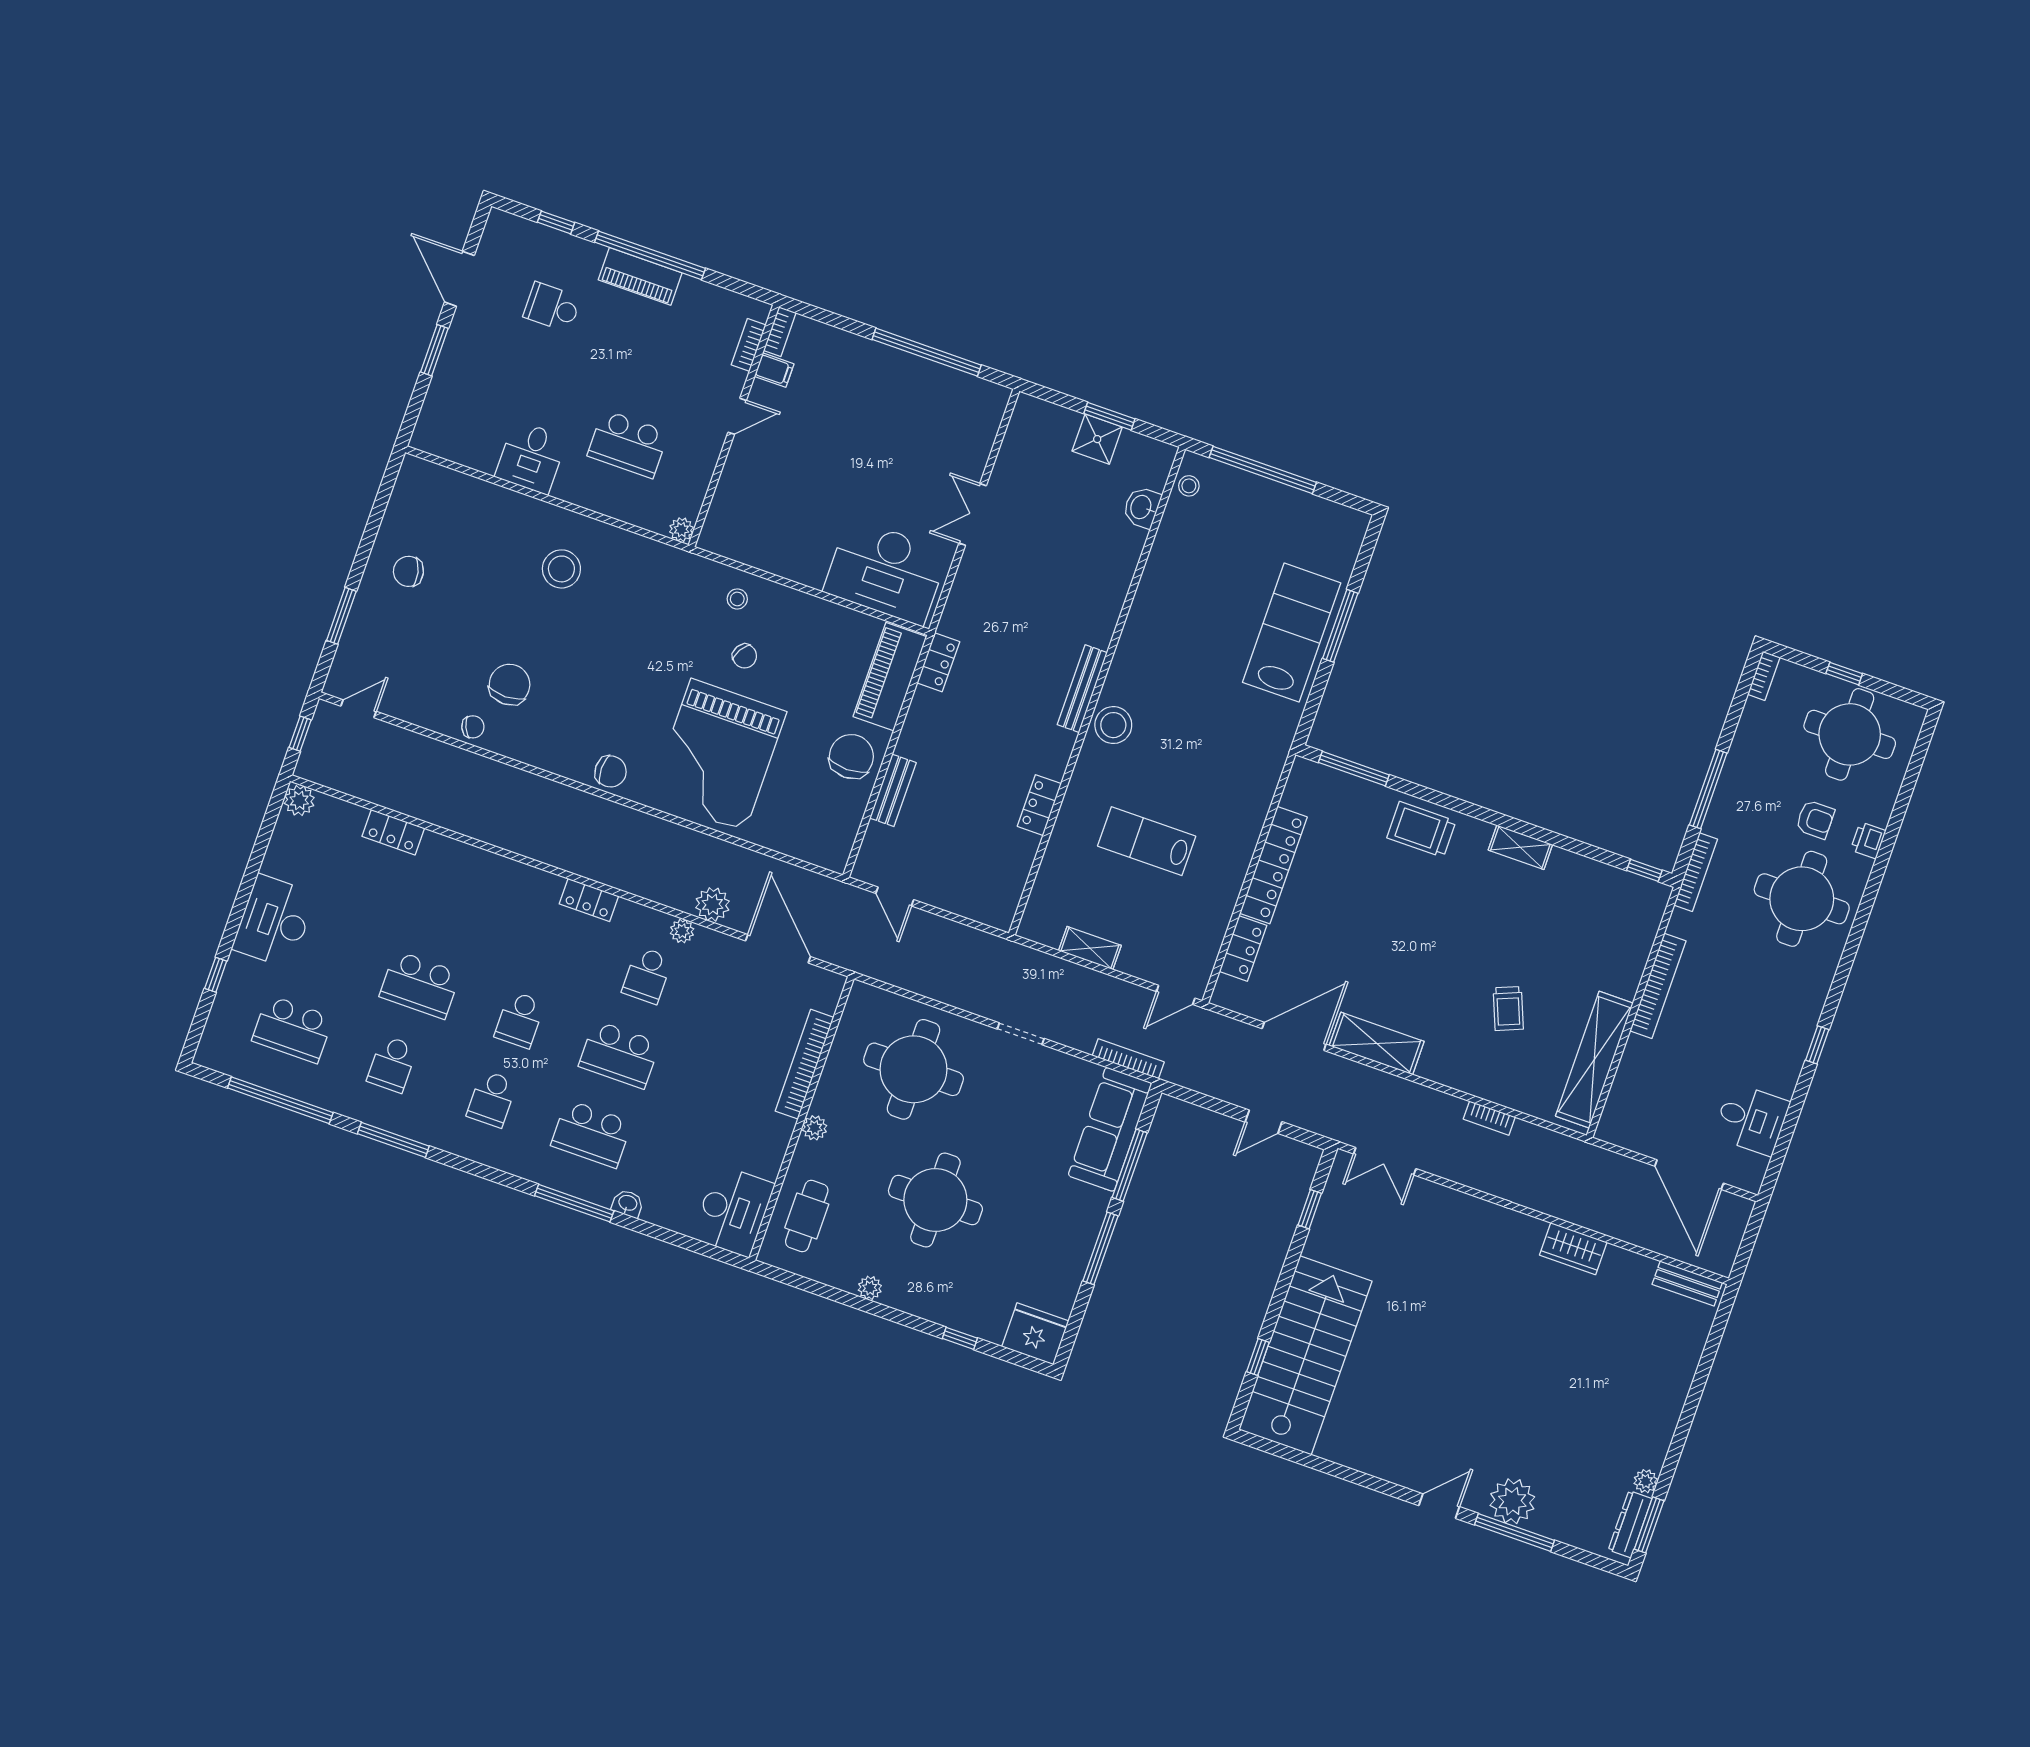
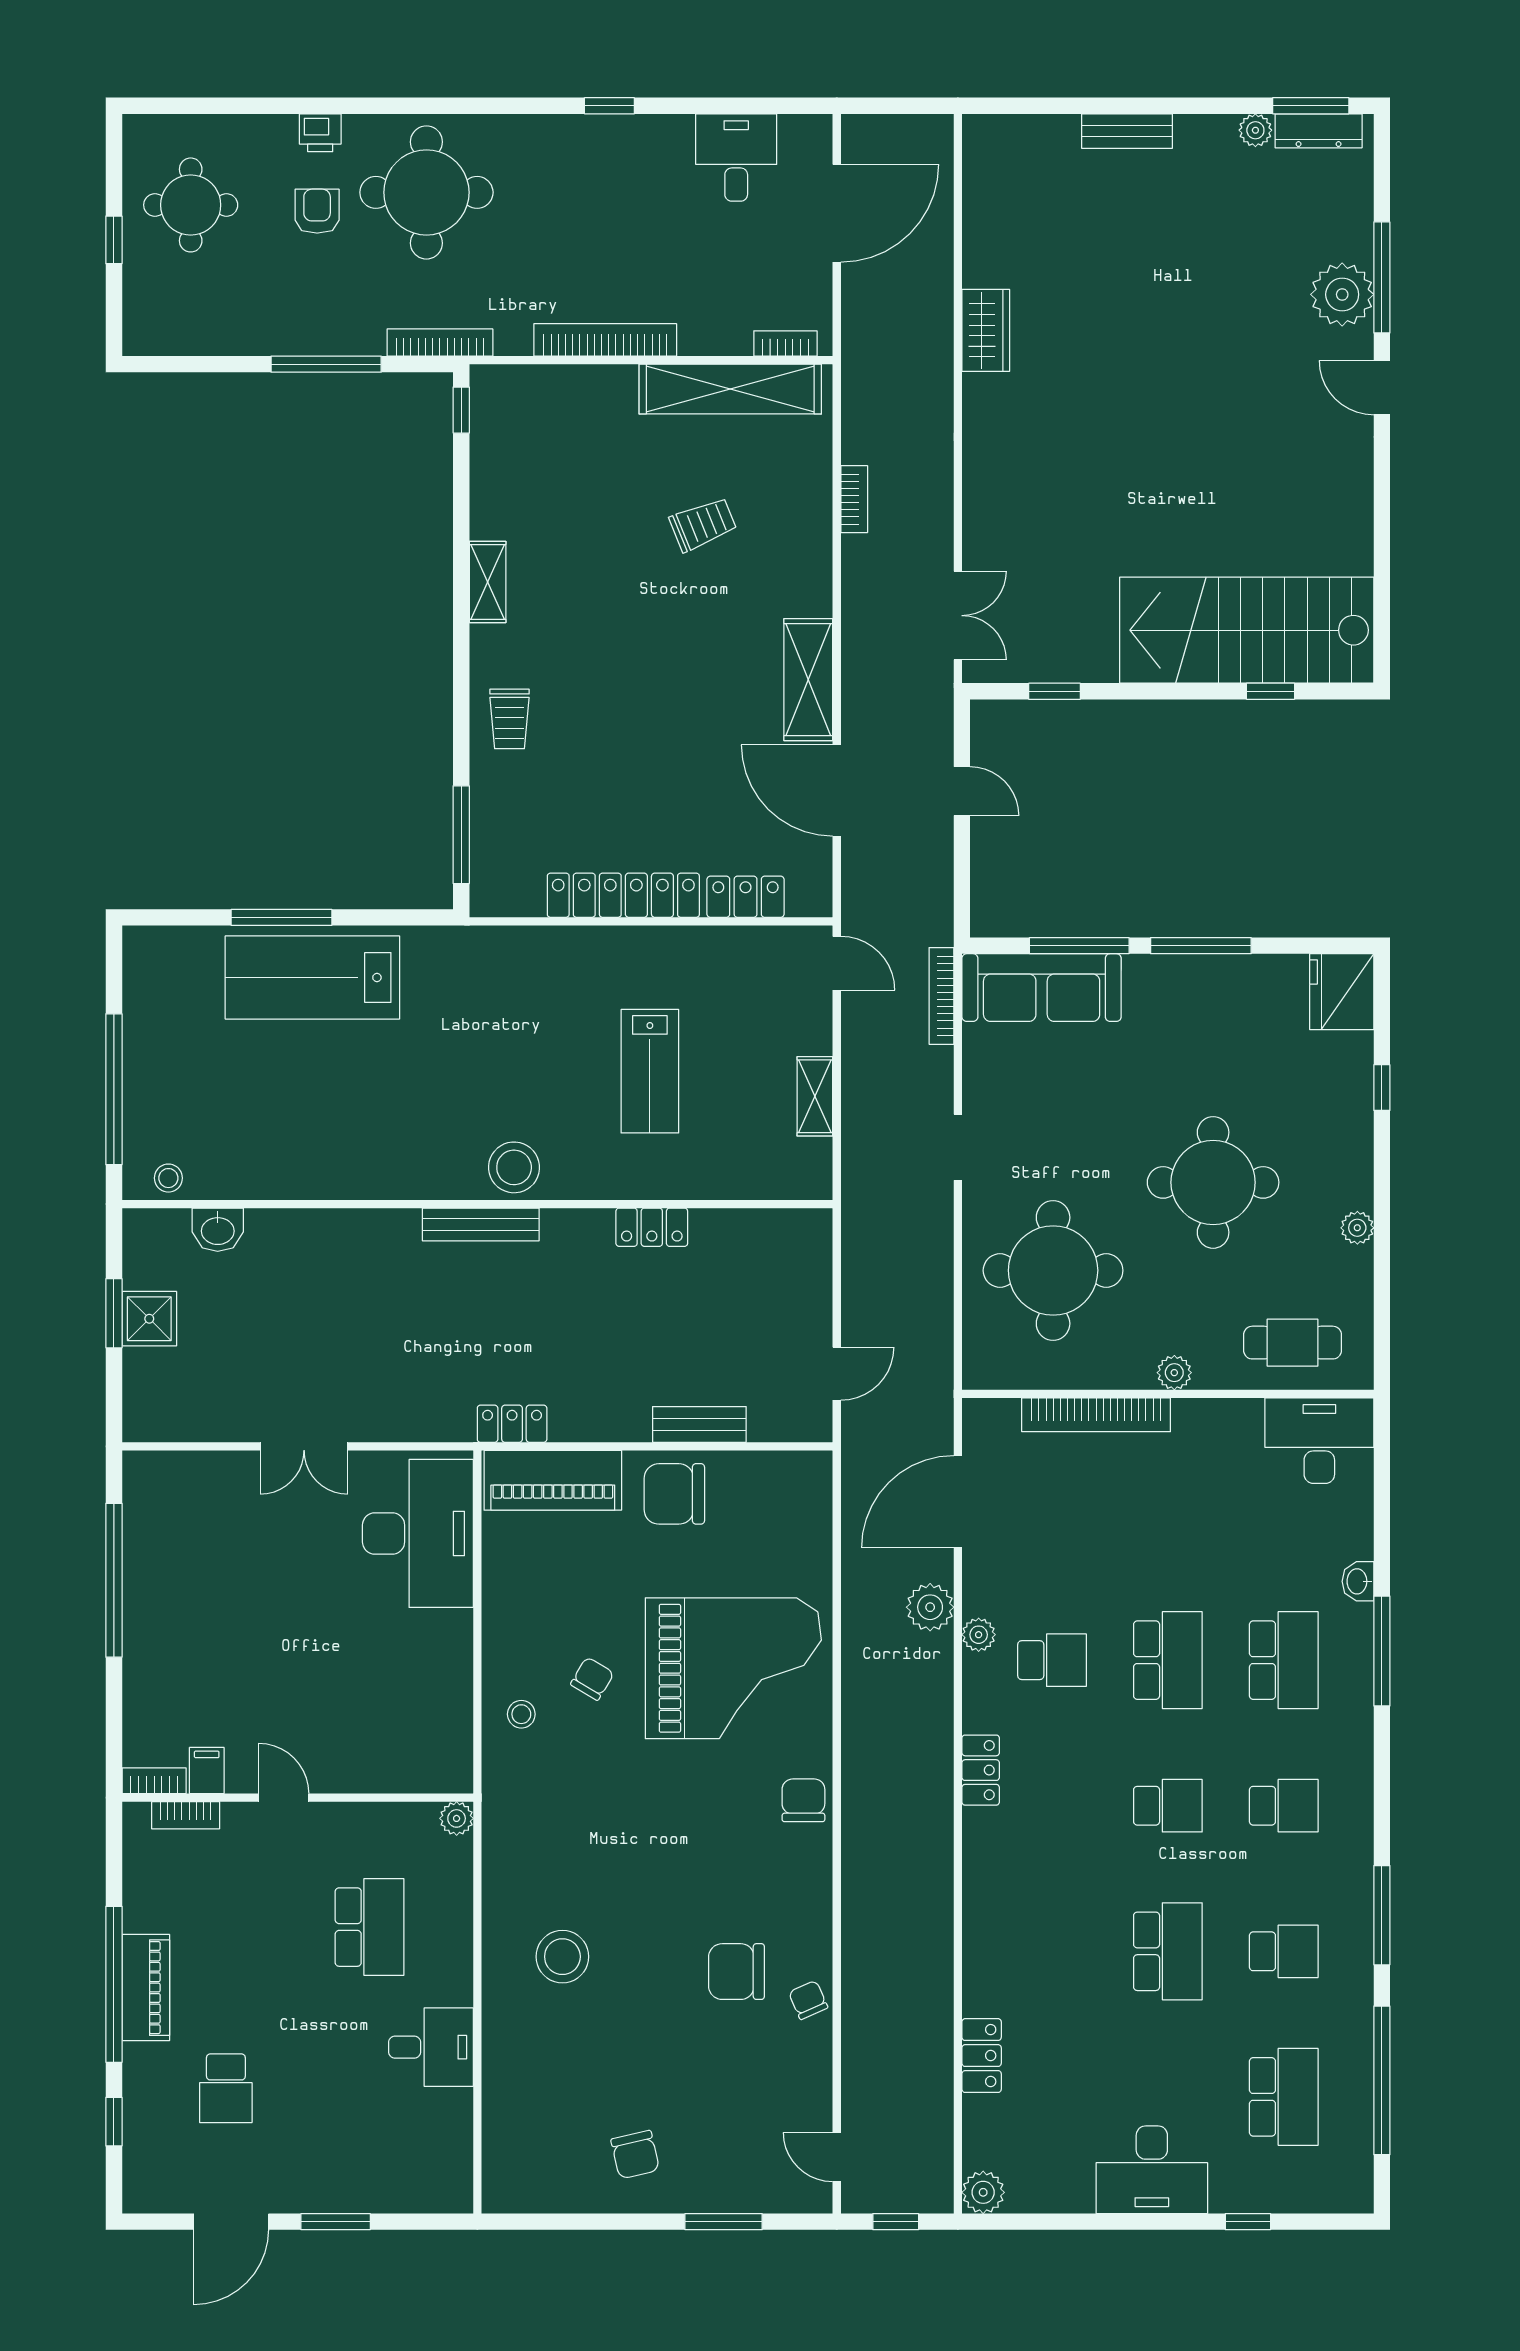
bookcase: (1764, 676) -> (785, 343), moved
round table: (1850, 734) -> (191, 205), width x0.73, depth x0.73
trolley: (1421, 829) -> (509, 719), width x0.73, depth x0.72
bench: (1687, 1284) -> (1127, 131), moved, turned 90

